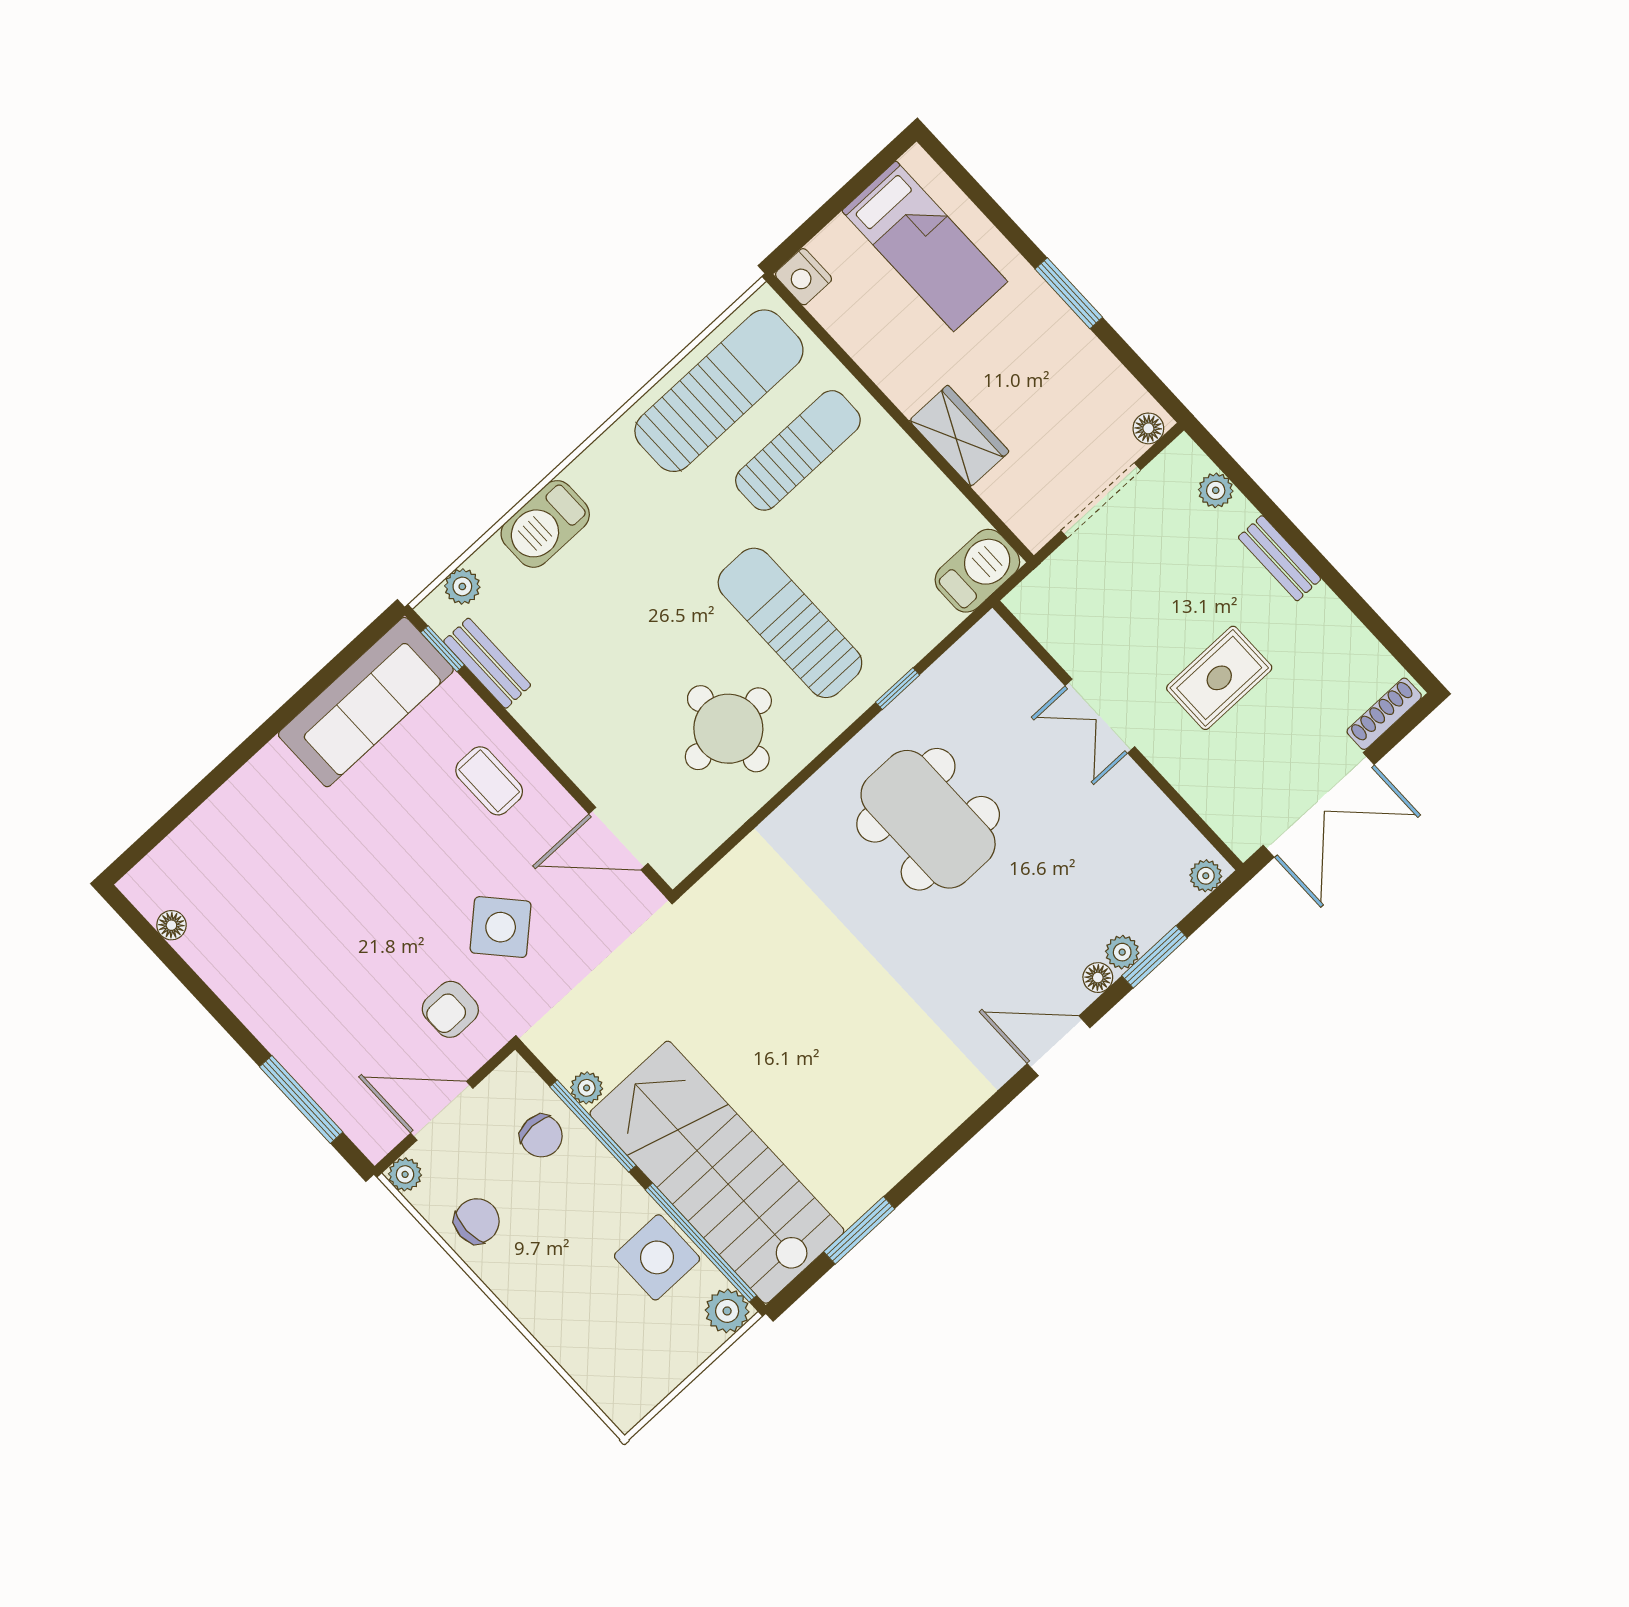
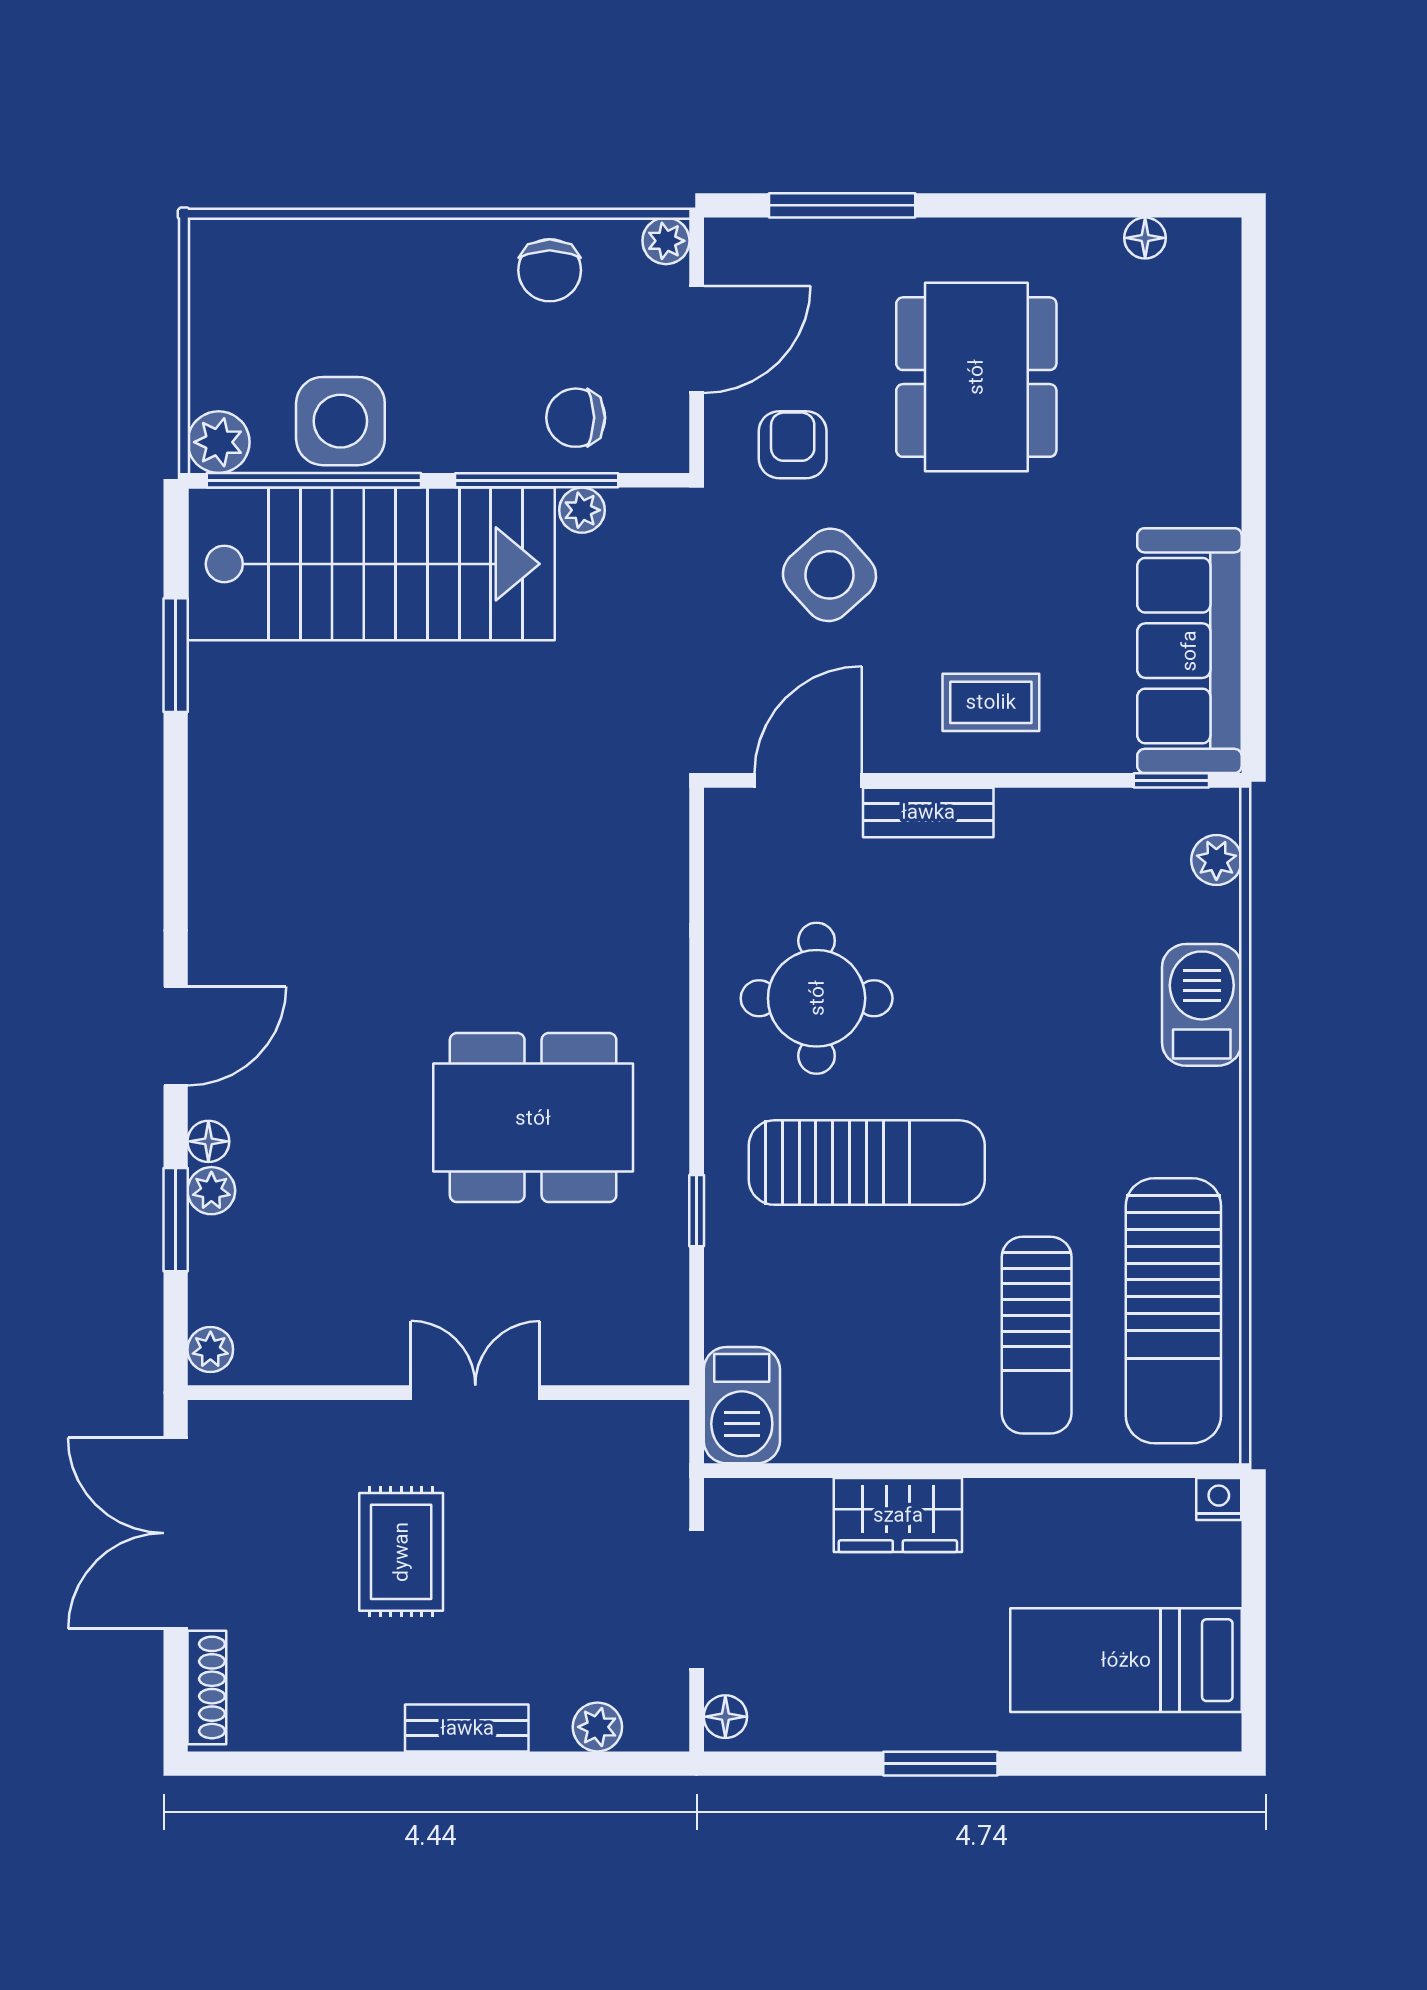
nightstand: (803, 277) -> (1219, 1499), width x0.72, depth x0.74
bench: (487, 663) -> (928, 812), moved
dining table: (326, 946) -> (976, 377), added

